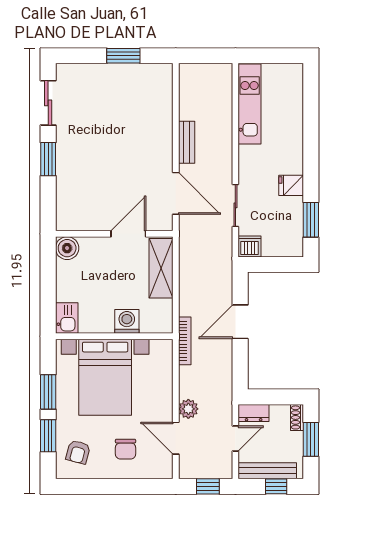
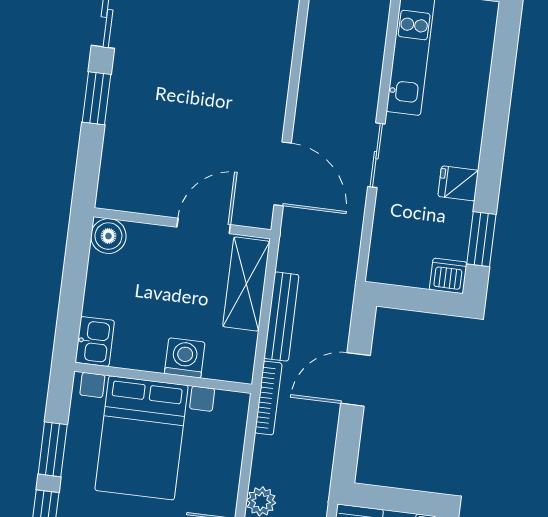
bench: (187, 142) -> (281, 317), moved, width x1.36
sliding door: (235, 205) -> (376, 155), moved
dishwasher: (249, 246) -> (448, 276), moved

